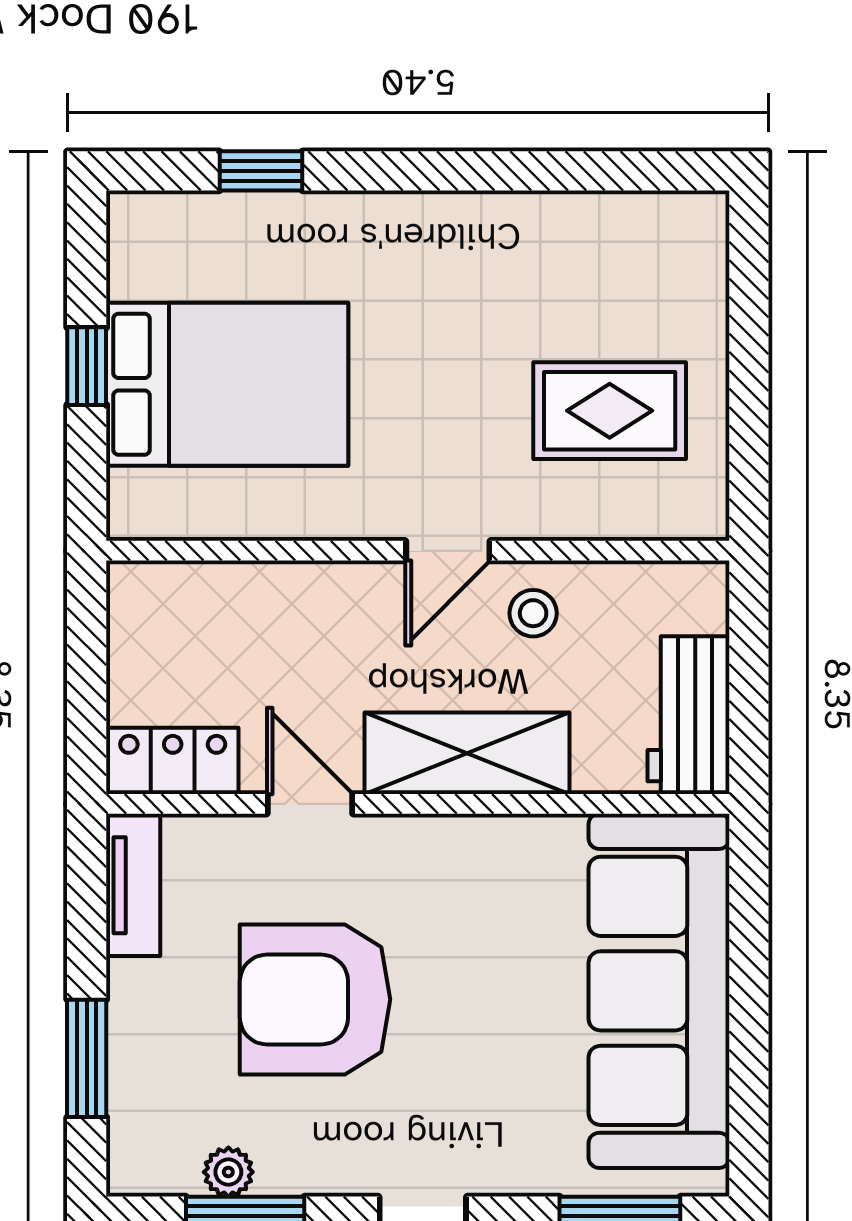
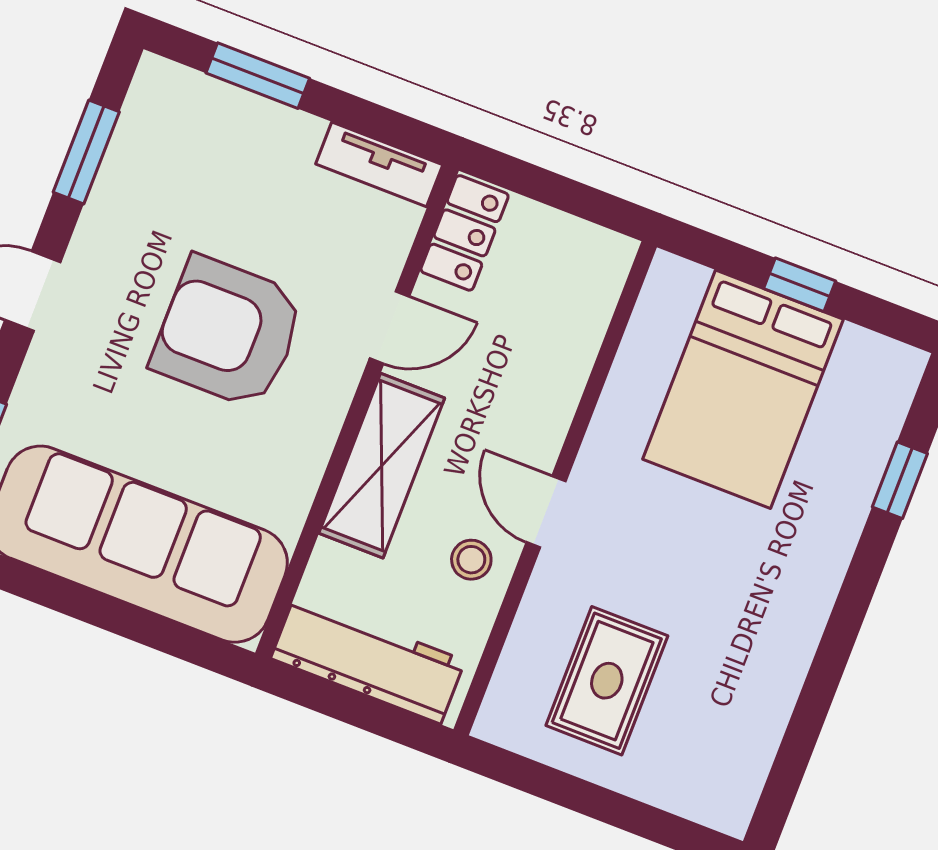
workbench: (689, 715) -> (368, 660), width x1.38
armchair: (315, 999) -> (228, 332), moved, turned -90
plant: (228, 1172) -> (126, 152), removed

